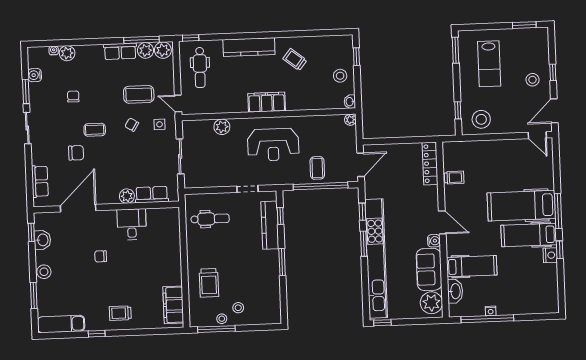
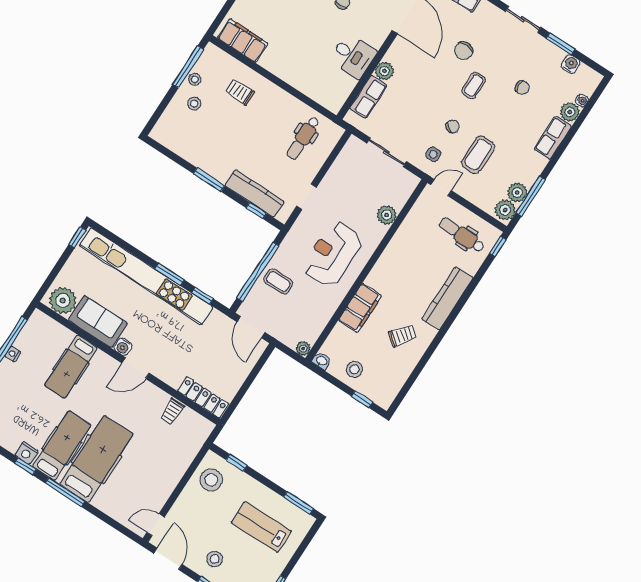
row of seats: (120, 51) -> (553, 138), moved
filing cabinet: (267, 102) -> (360, 308), moved
trolley: (209, 283) -> (240, 92), width x0.73, depth x0.72
washbasin: (455, 291) -> (58, 332), removed

